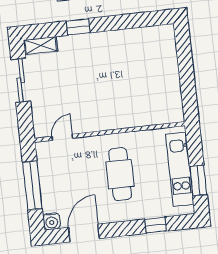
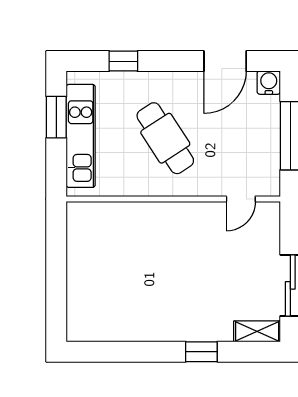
cafe table: (120, 174) -> (165, 138), turned -33

